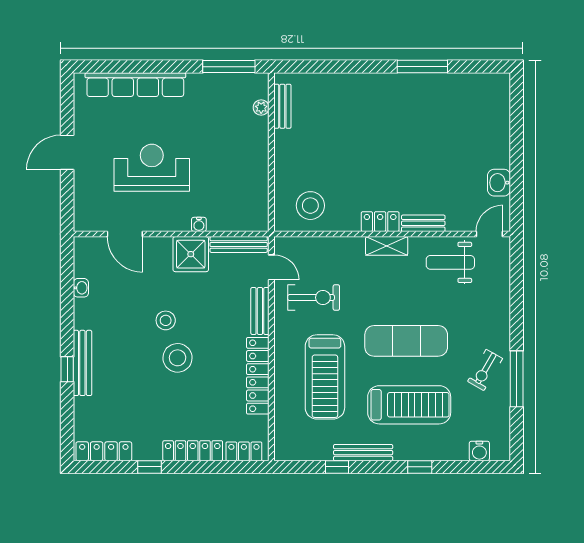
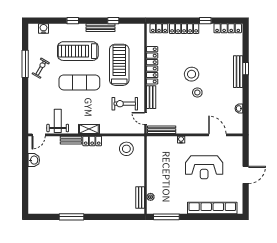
shower: (191, 254) -> (185, 125), removed
weight bench: (450, 262) -> (58, 121), turned -90

